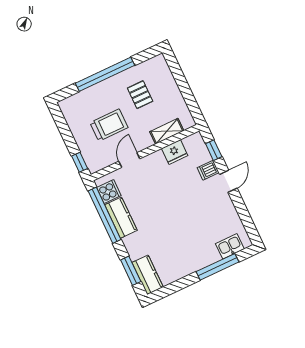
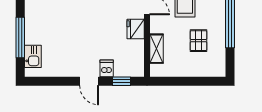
pallet: (140, 95) -> (198, 41), turned 90
fridge: (175, 152) -> (136, 29), moved

